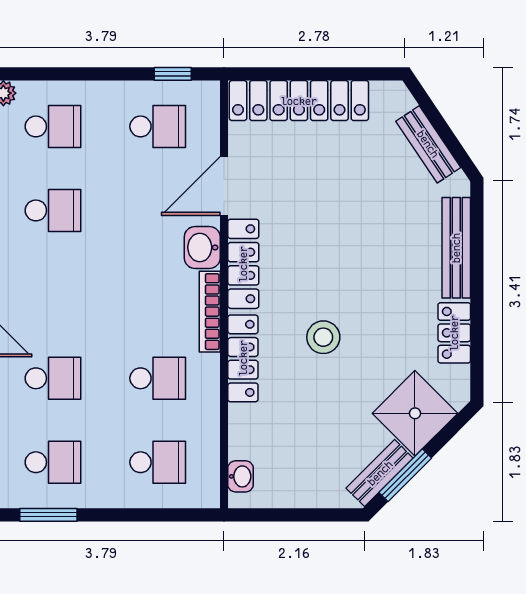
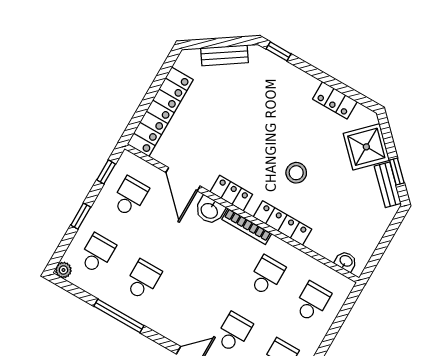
window: (91, 74) -> (81, 216), added
window: (477, 216) -> (279, 51), added
bench: (456, 248) -> (289, 73), removed
locker: (243, 264) -> (231, 193), width x0.66
window: (405, 475) -> (397, 172), width x0.67

